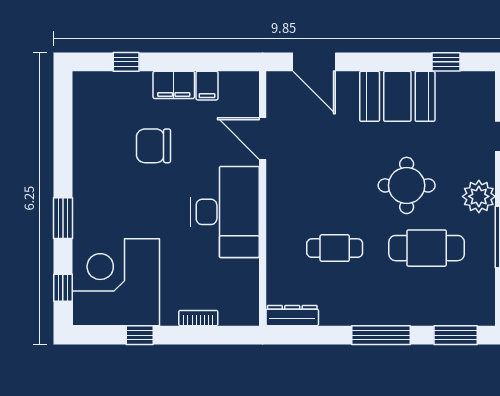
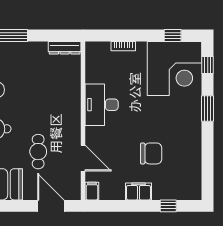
filing cabinet: (207, 86) -> (92, 191), moved
desk: (225, 212) -> (102, 105), width x0.73, depth x0.77
cafe table: (335, 248) -> (38, 152), moved, turned 90
window: (140, 335) -> (173, 35), moved

